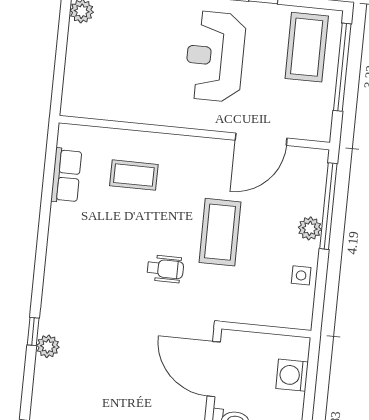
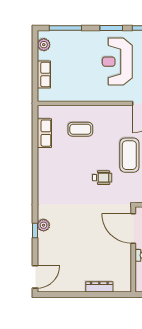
row of seats: (76, 67) -> (44, 74), added
window: (33, 331) -> (35, 230), moved

